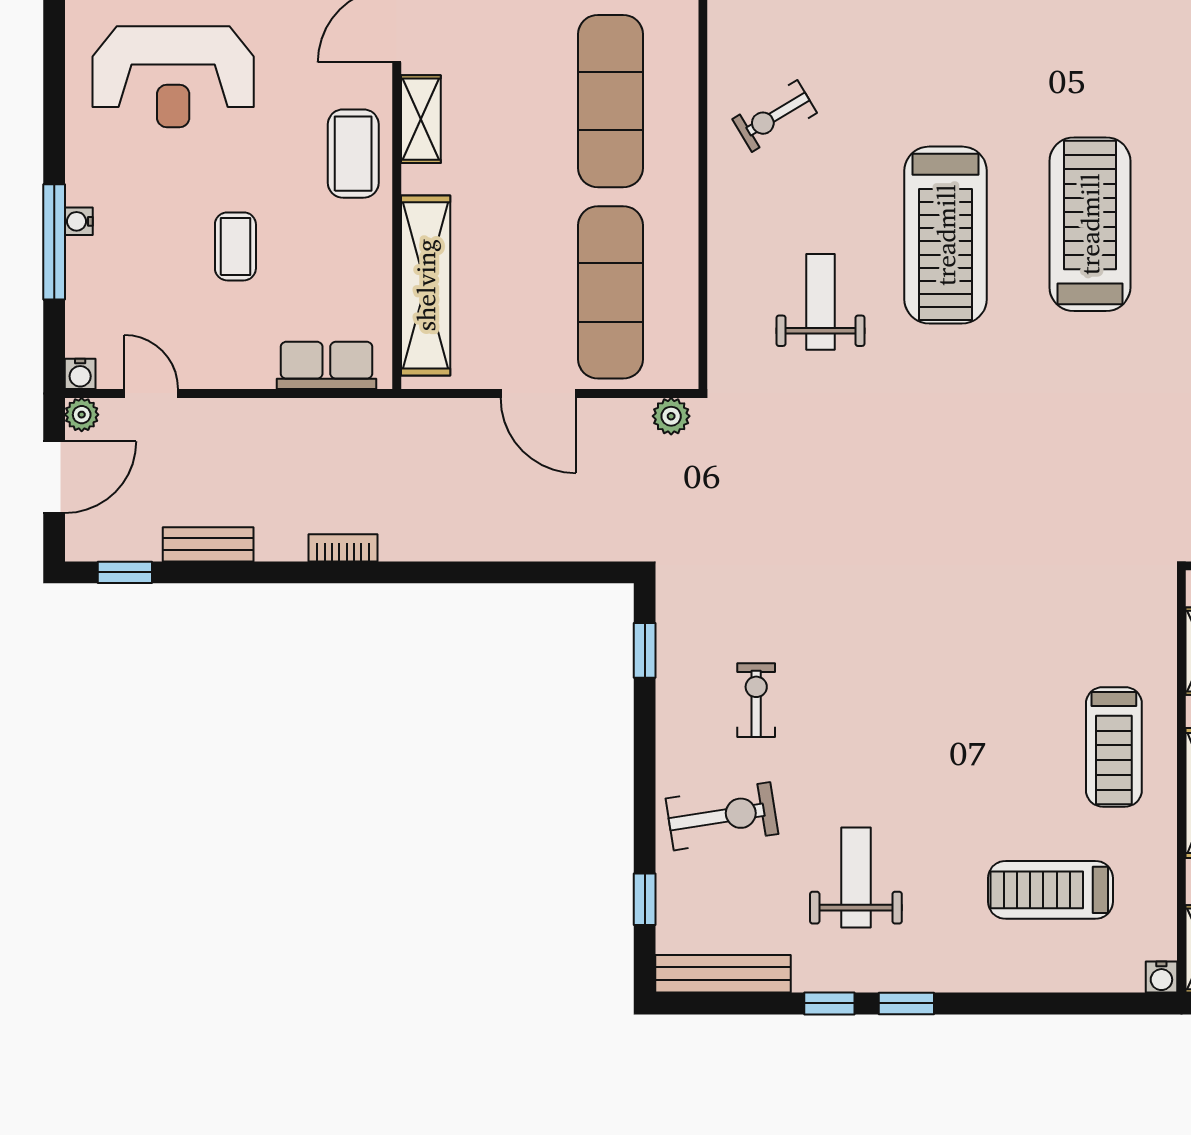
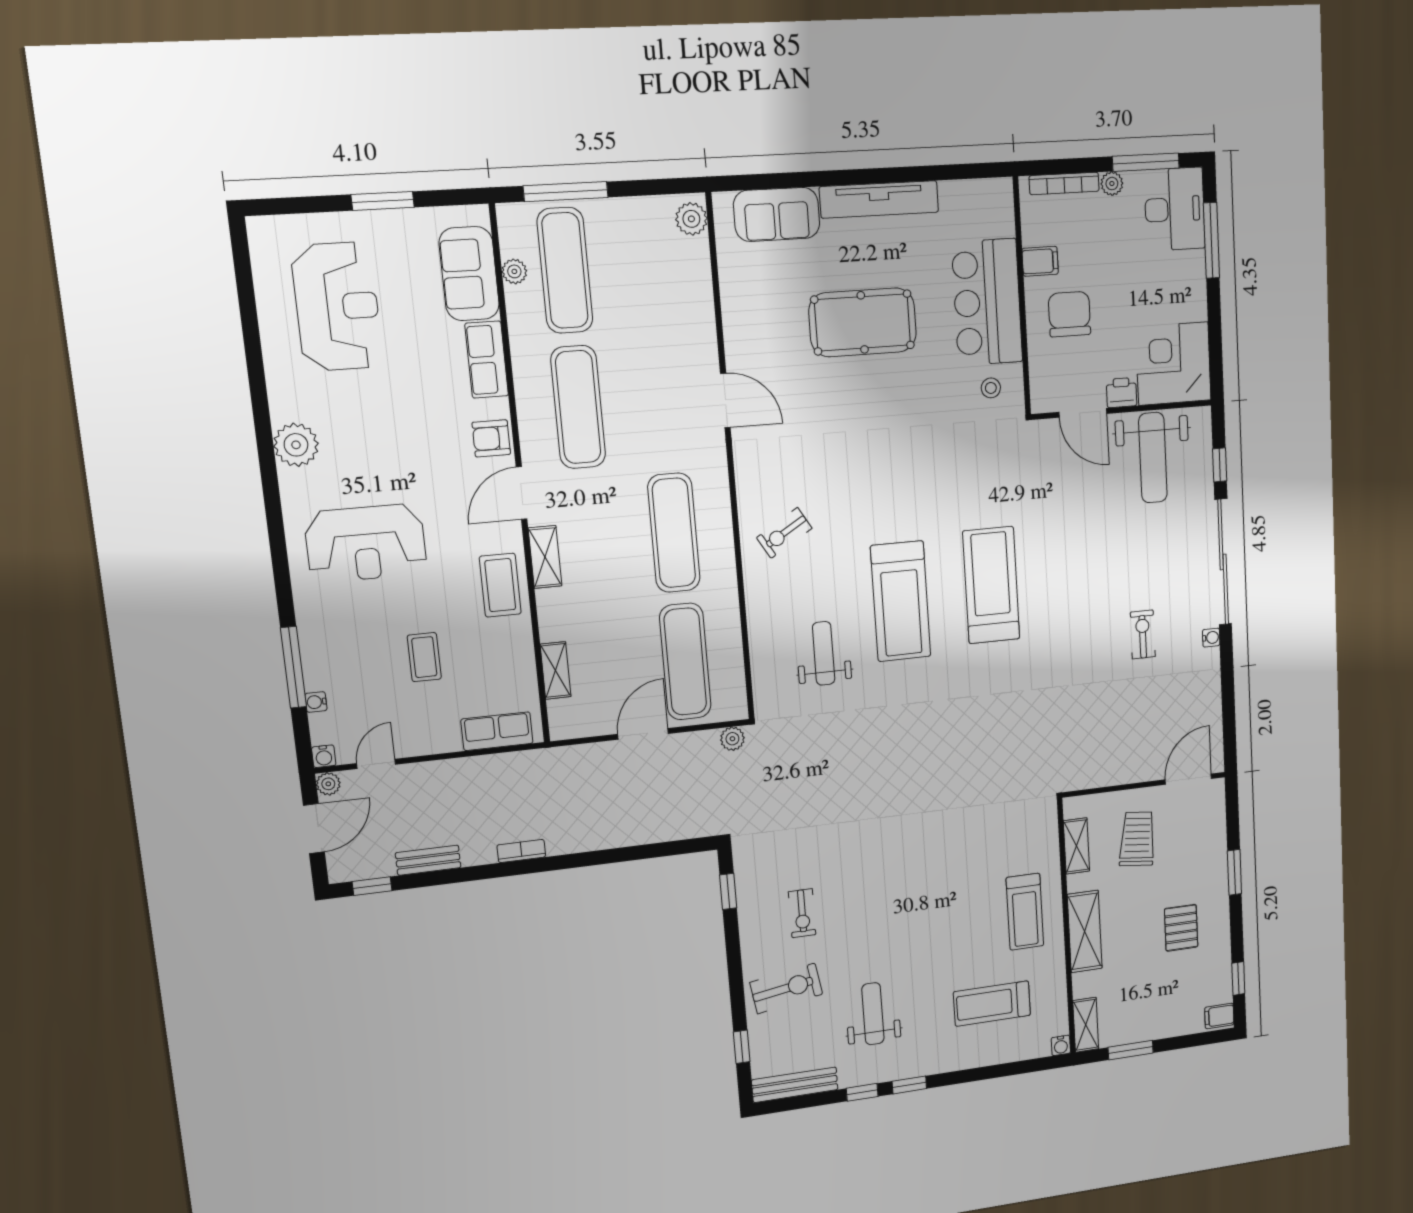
water cooler: (79, 221) -> (316, 702), moved
shelving: (426, 285) -> (556, 670), width x0.45, depth x0.75
door: (151, 393) -> (376, 764), hinge flipped
door: (538, 393) -> (643, 734), swing flipped
exercise bike: (756, 700) -> (802, 913), turned 180

